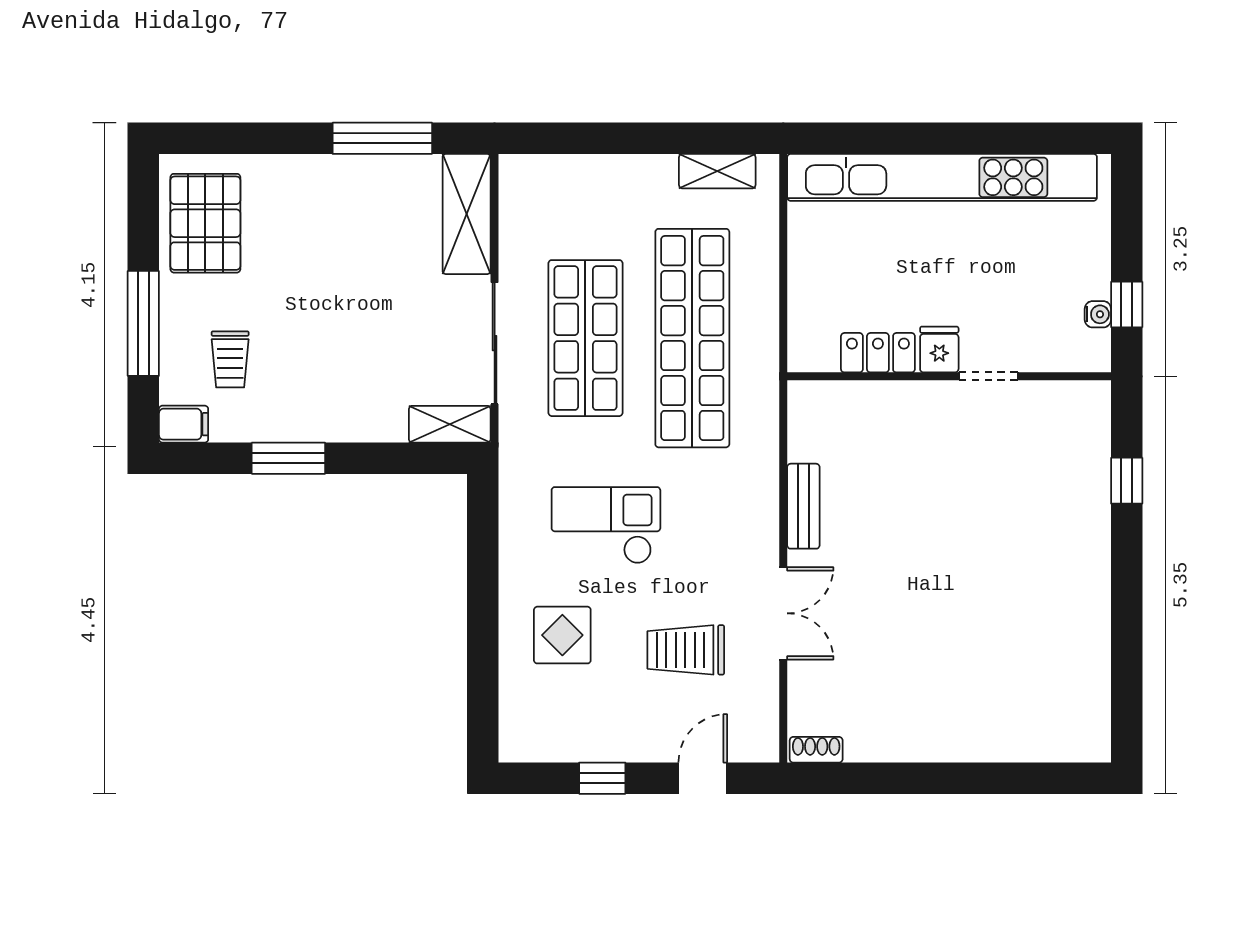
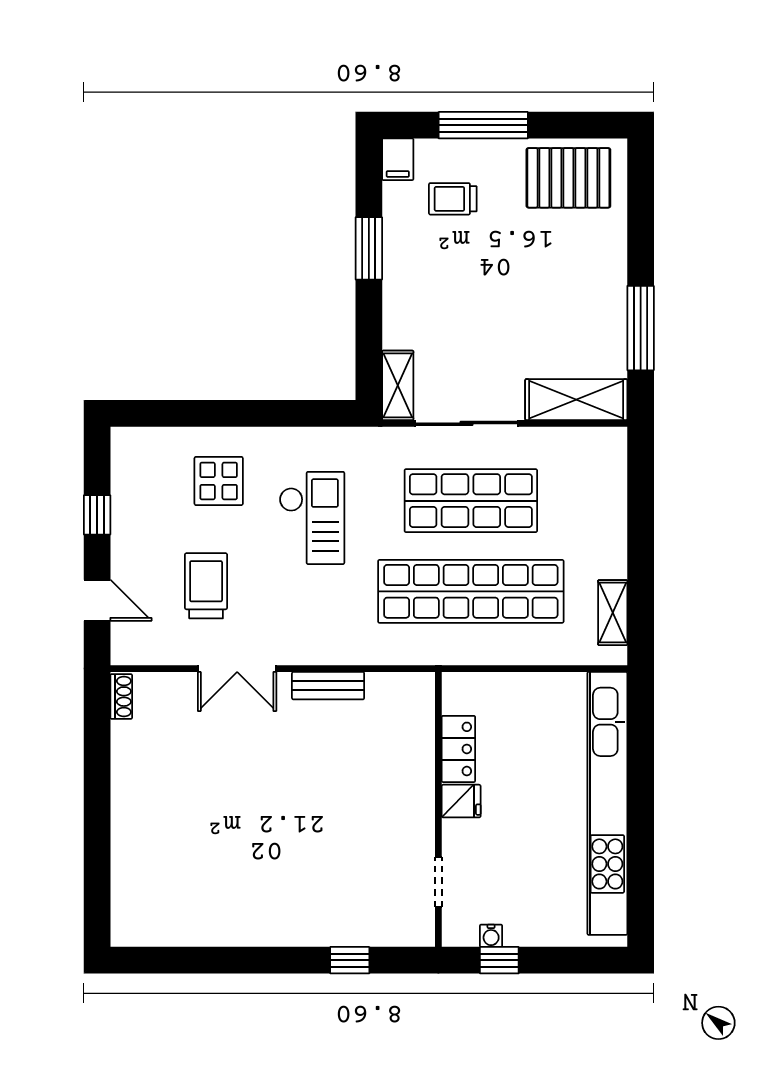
doorway: (988, 376) -> (438, 882), moved

